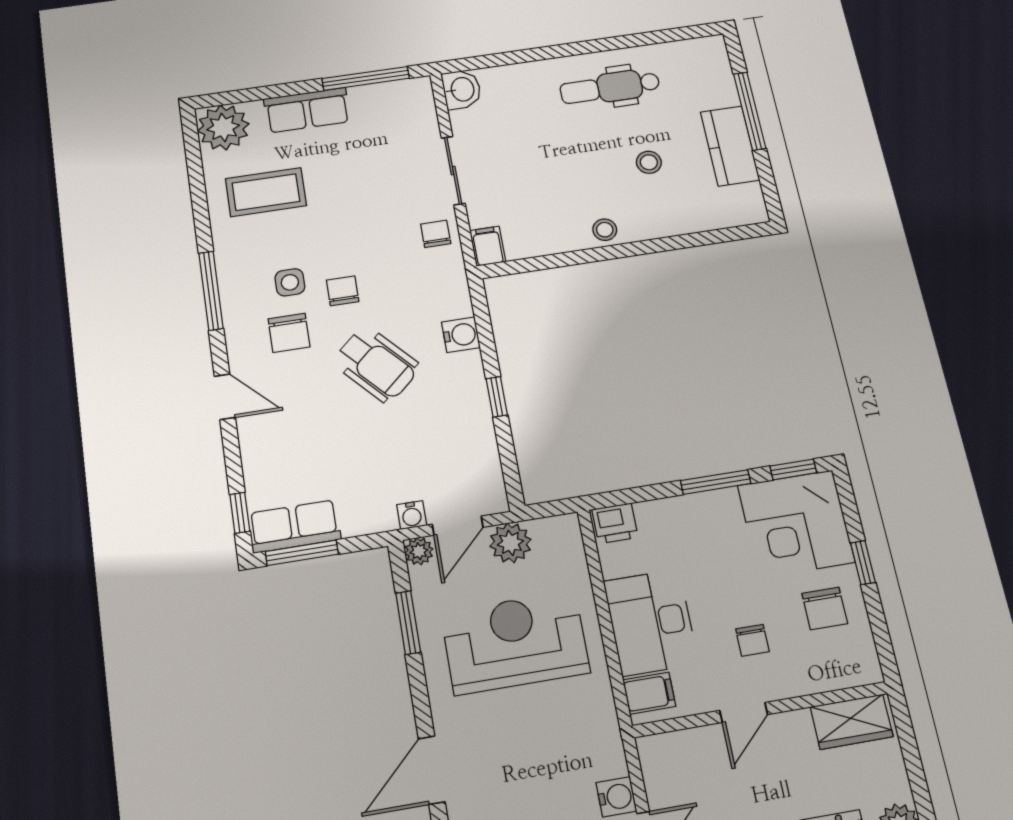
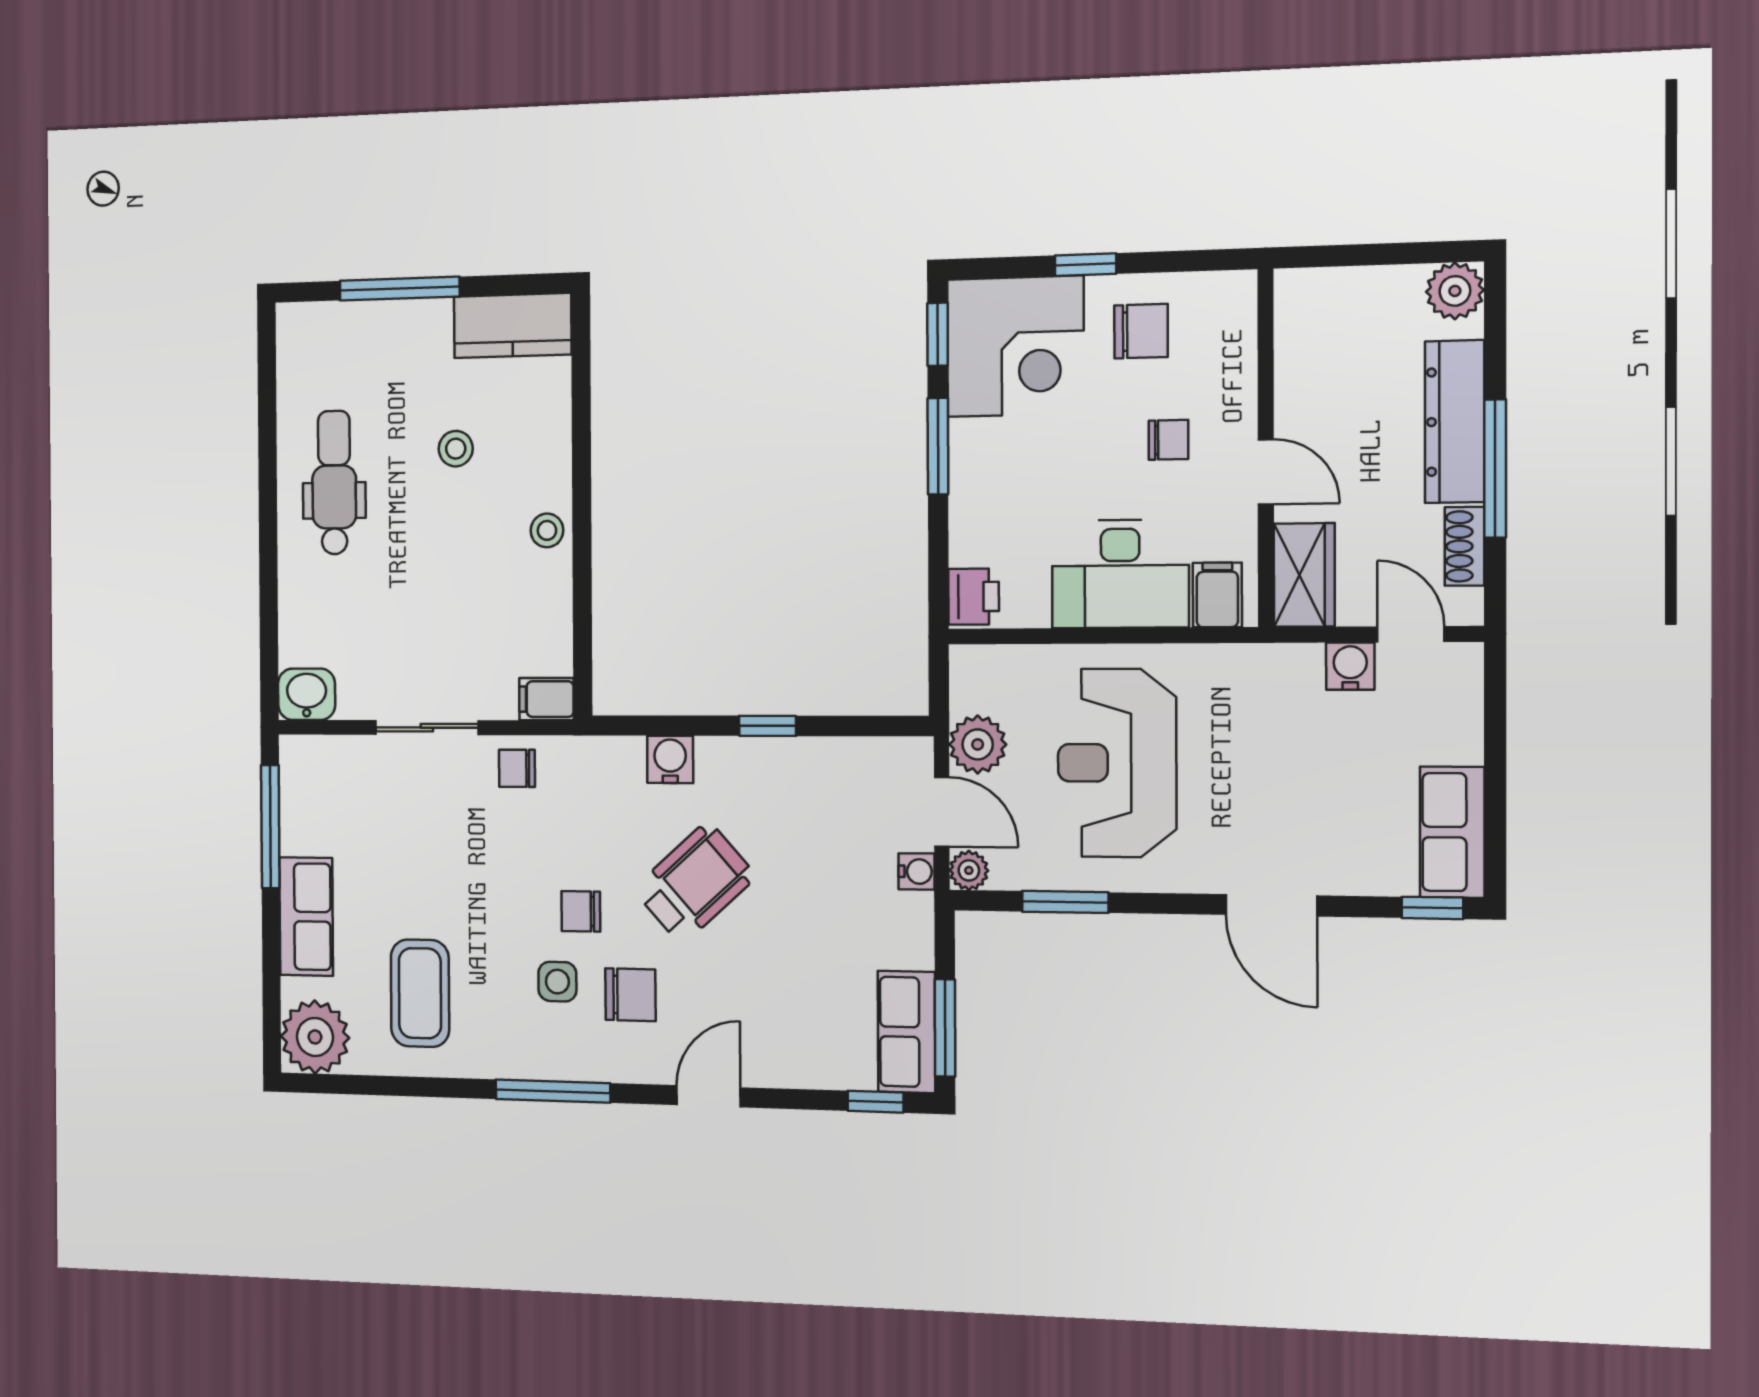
dental chair: (610, 87) -> (334, 483), turned 180
kitchen counter: (730, 146) -> (513, 326), moved
wardrobe: (852, 722) -> (1304, 575), moved

